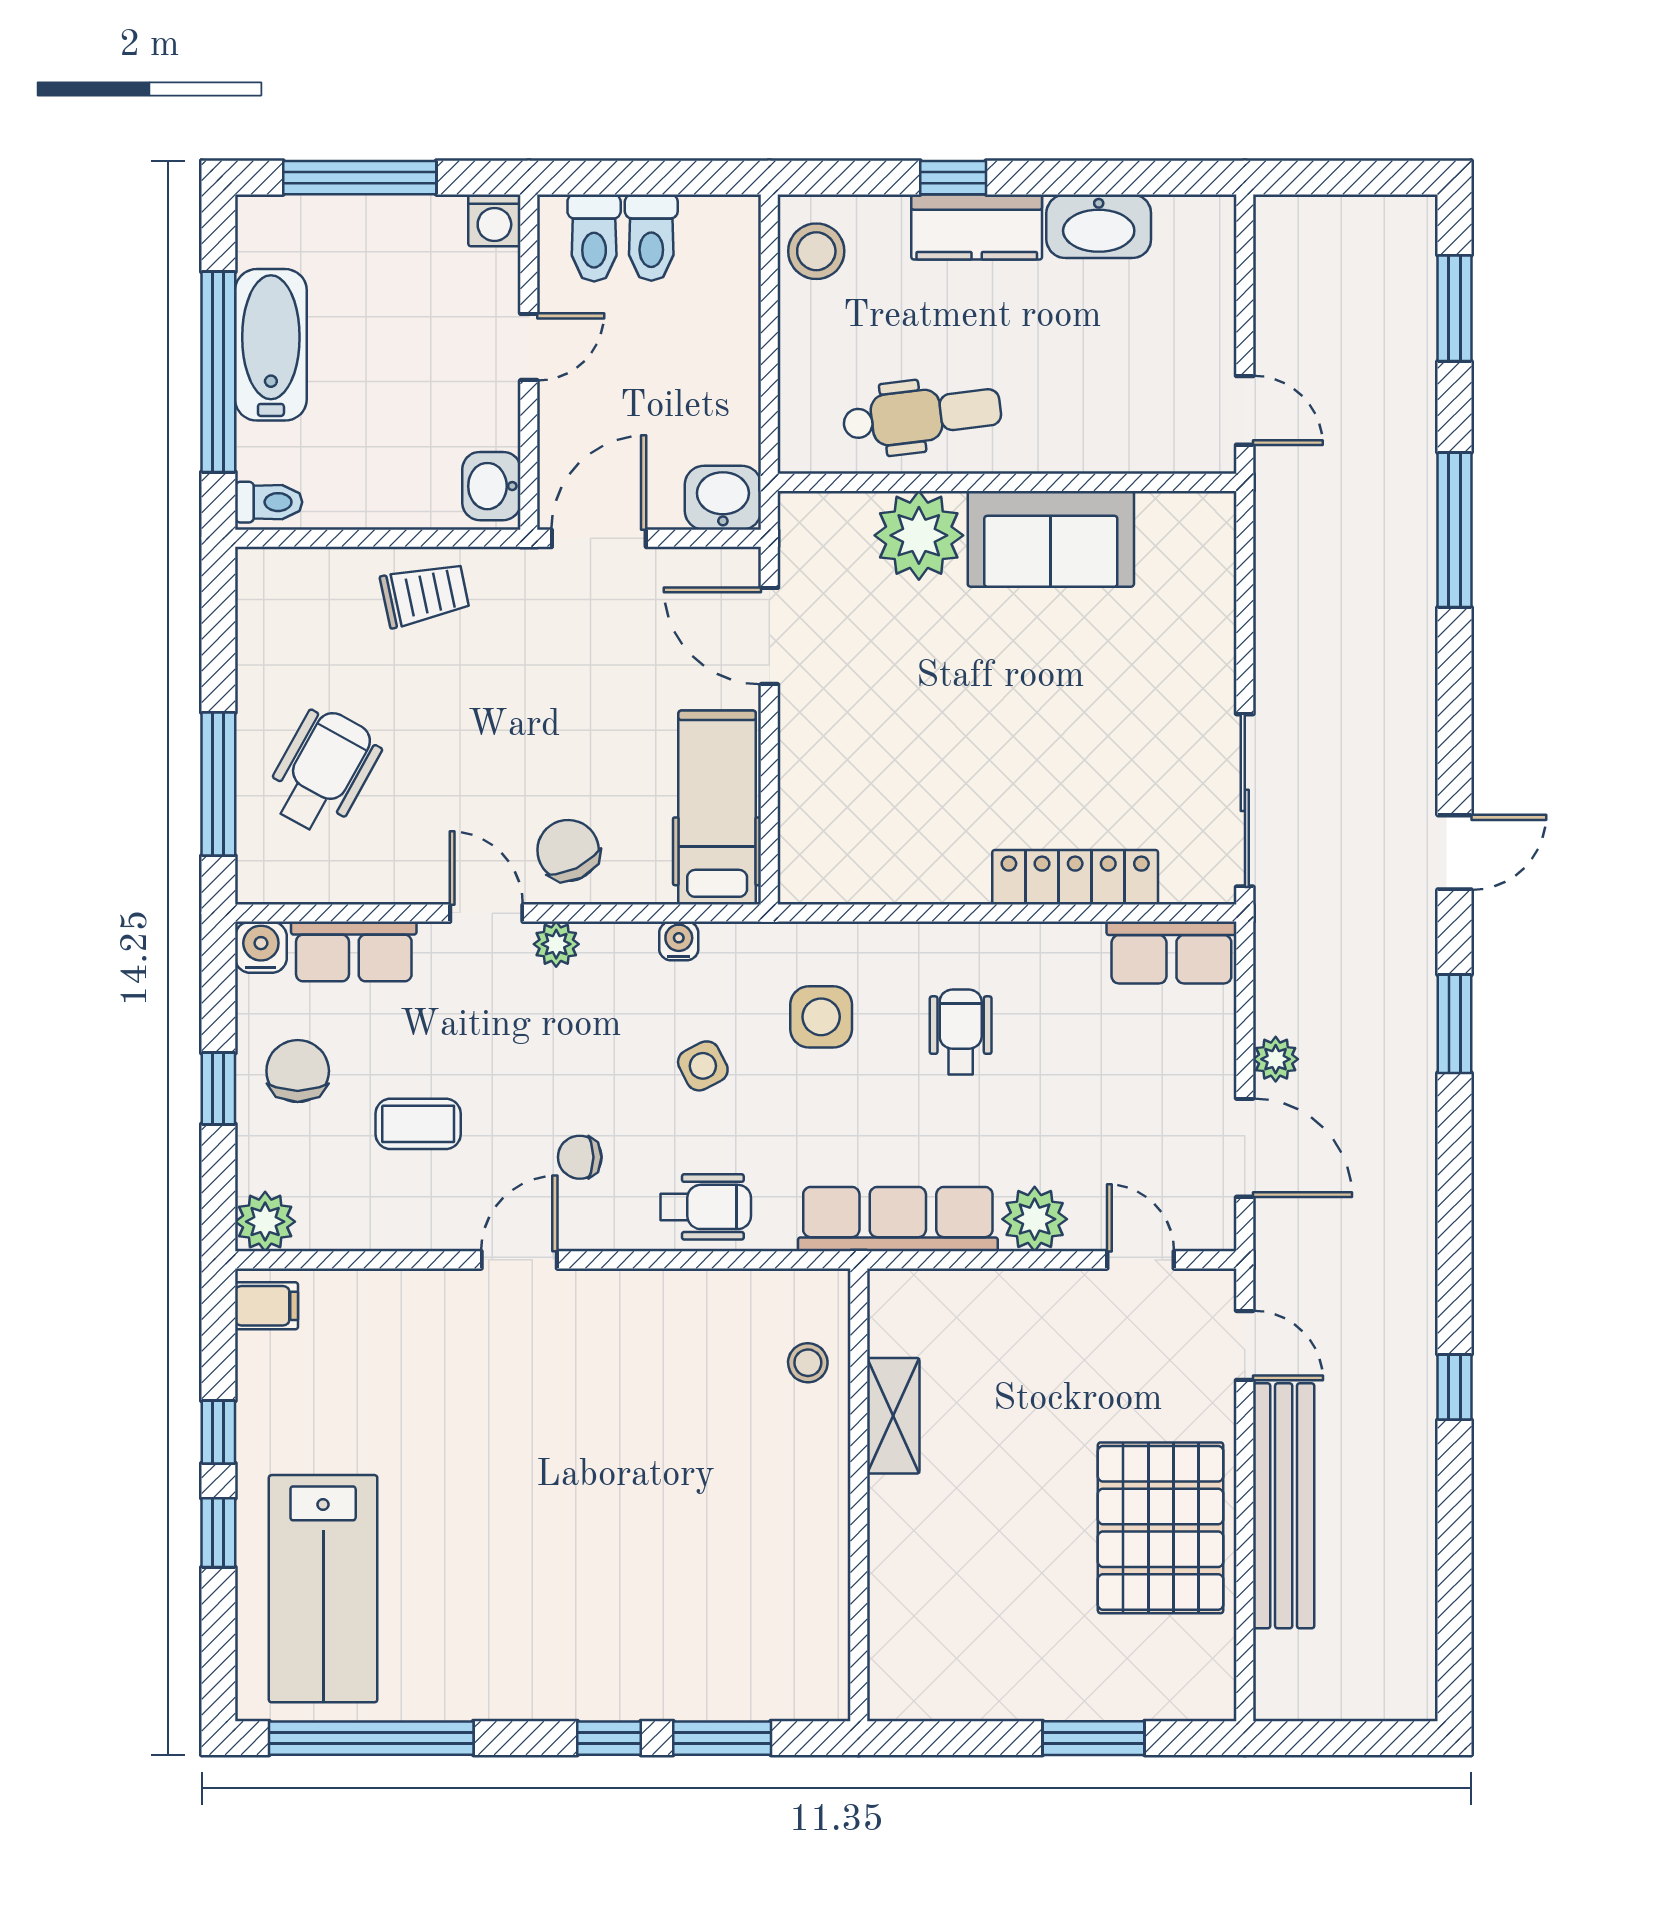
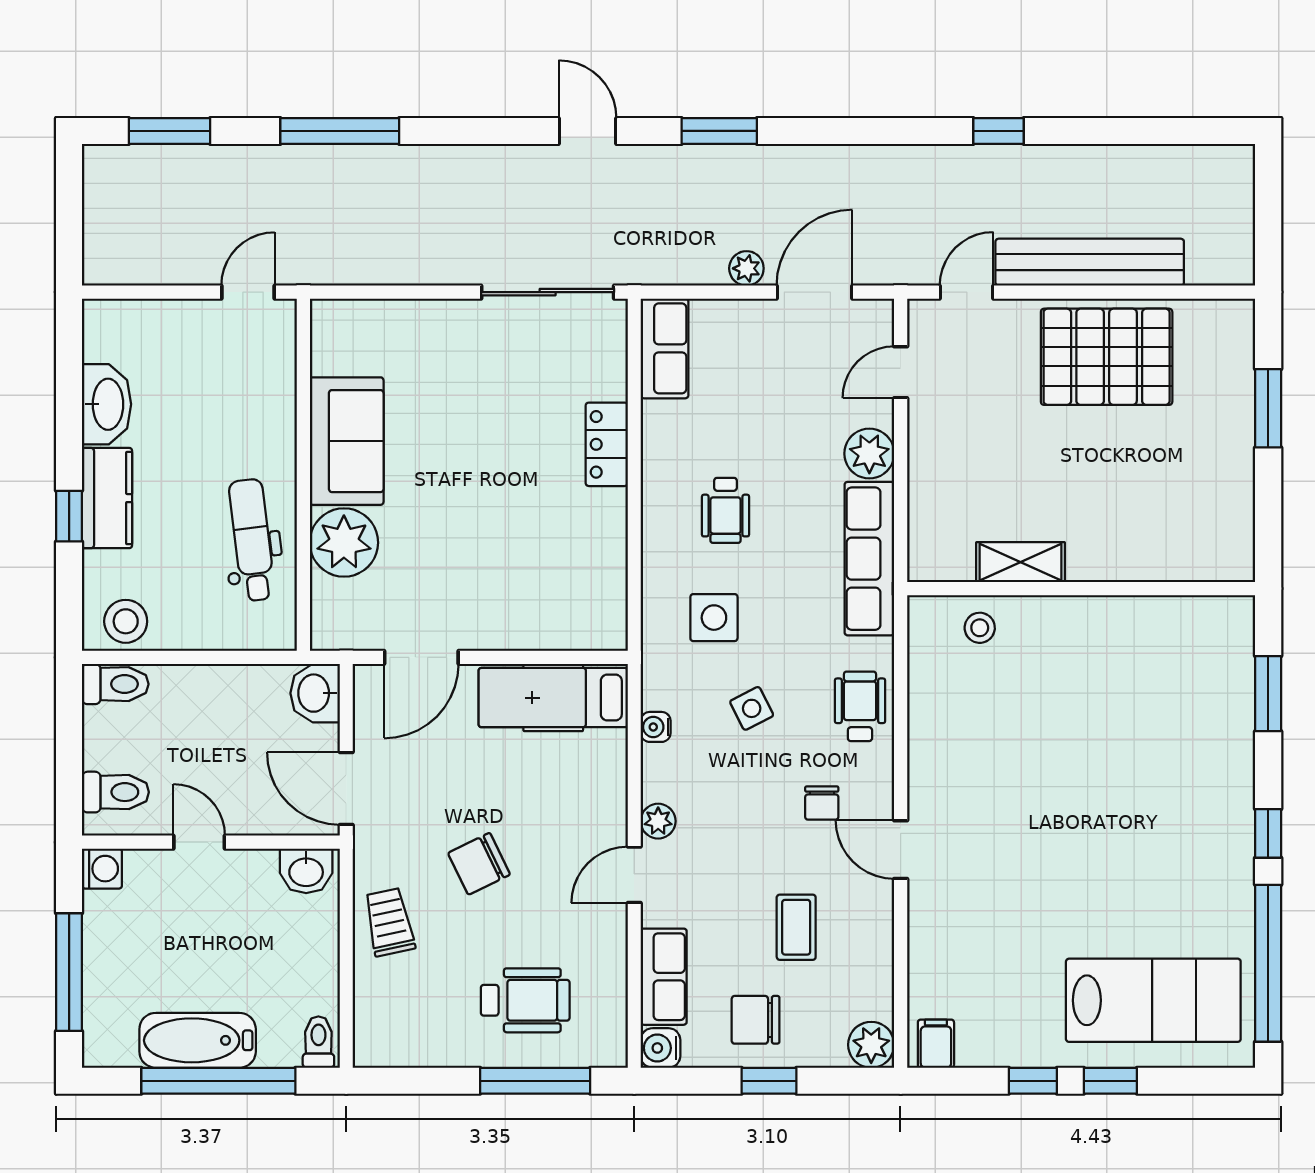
toilet: (651, 238) -> (115, 684), moved
wheelchair: (323, 771) -> (525, 1000), turned 151
chair: (568, 850) -> (479, 864), moved
locker: (1075, 877) -> (607, 444), width x0.66
wheelchair: (961, 1032) -> (726, 510), turned -90
window: (609, 1738) -> (1268, 833), moved

